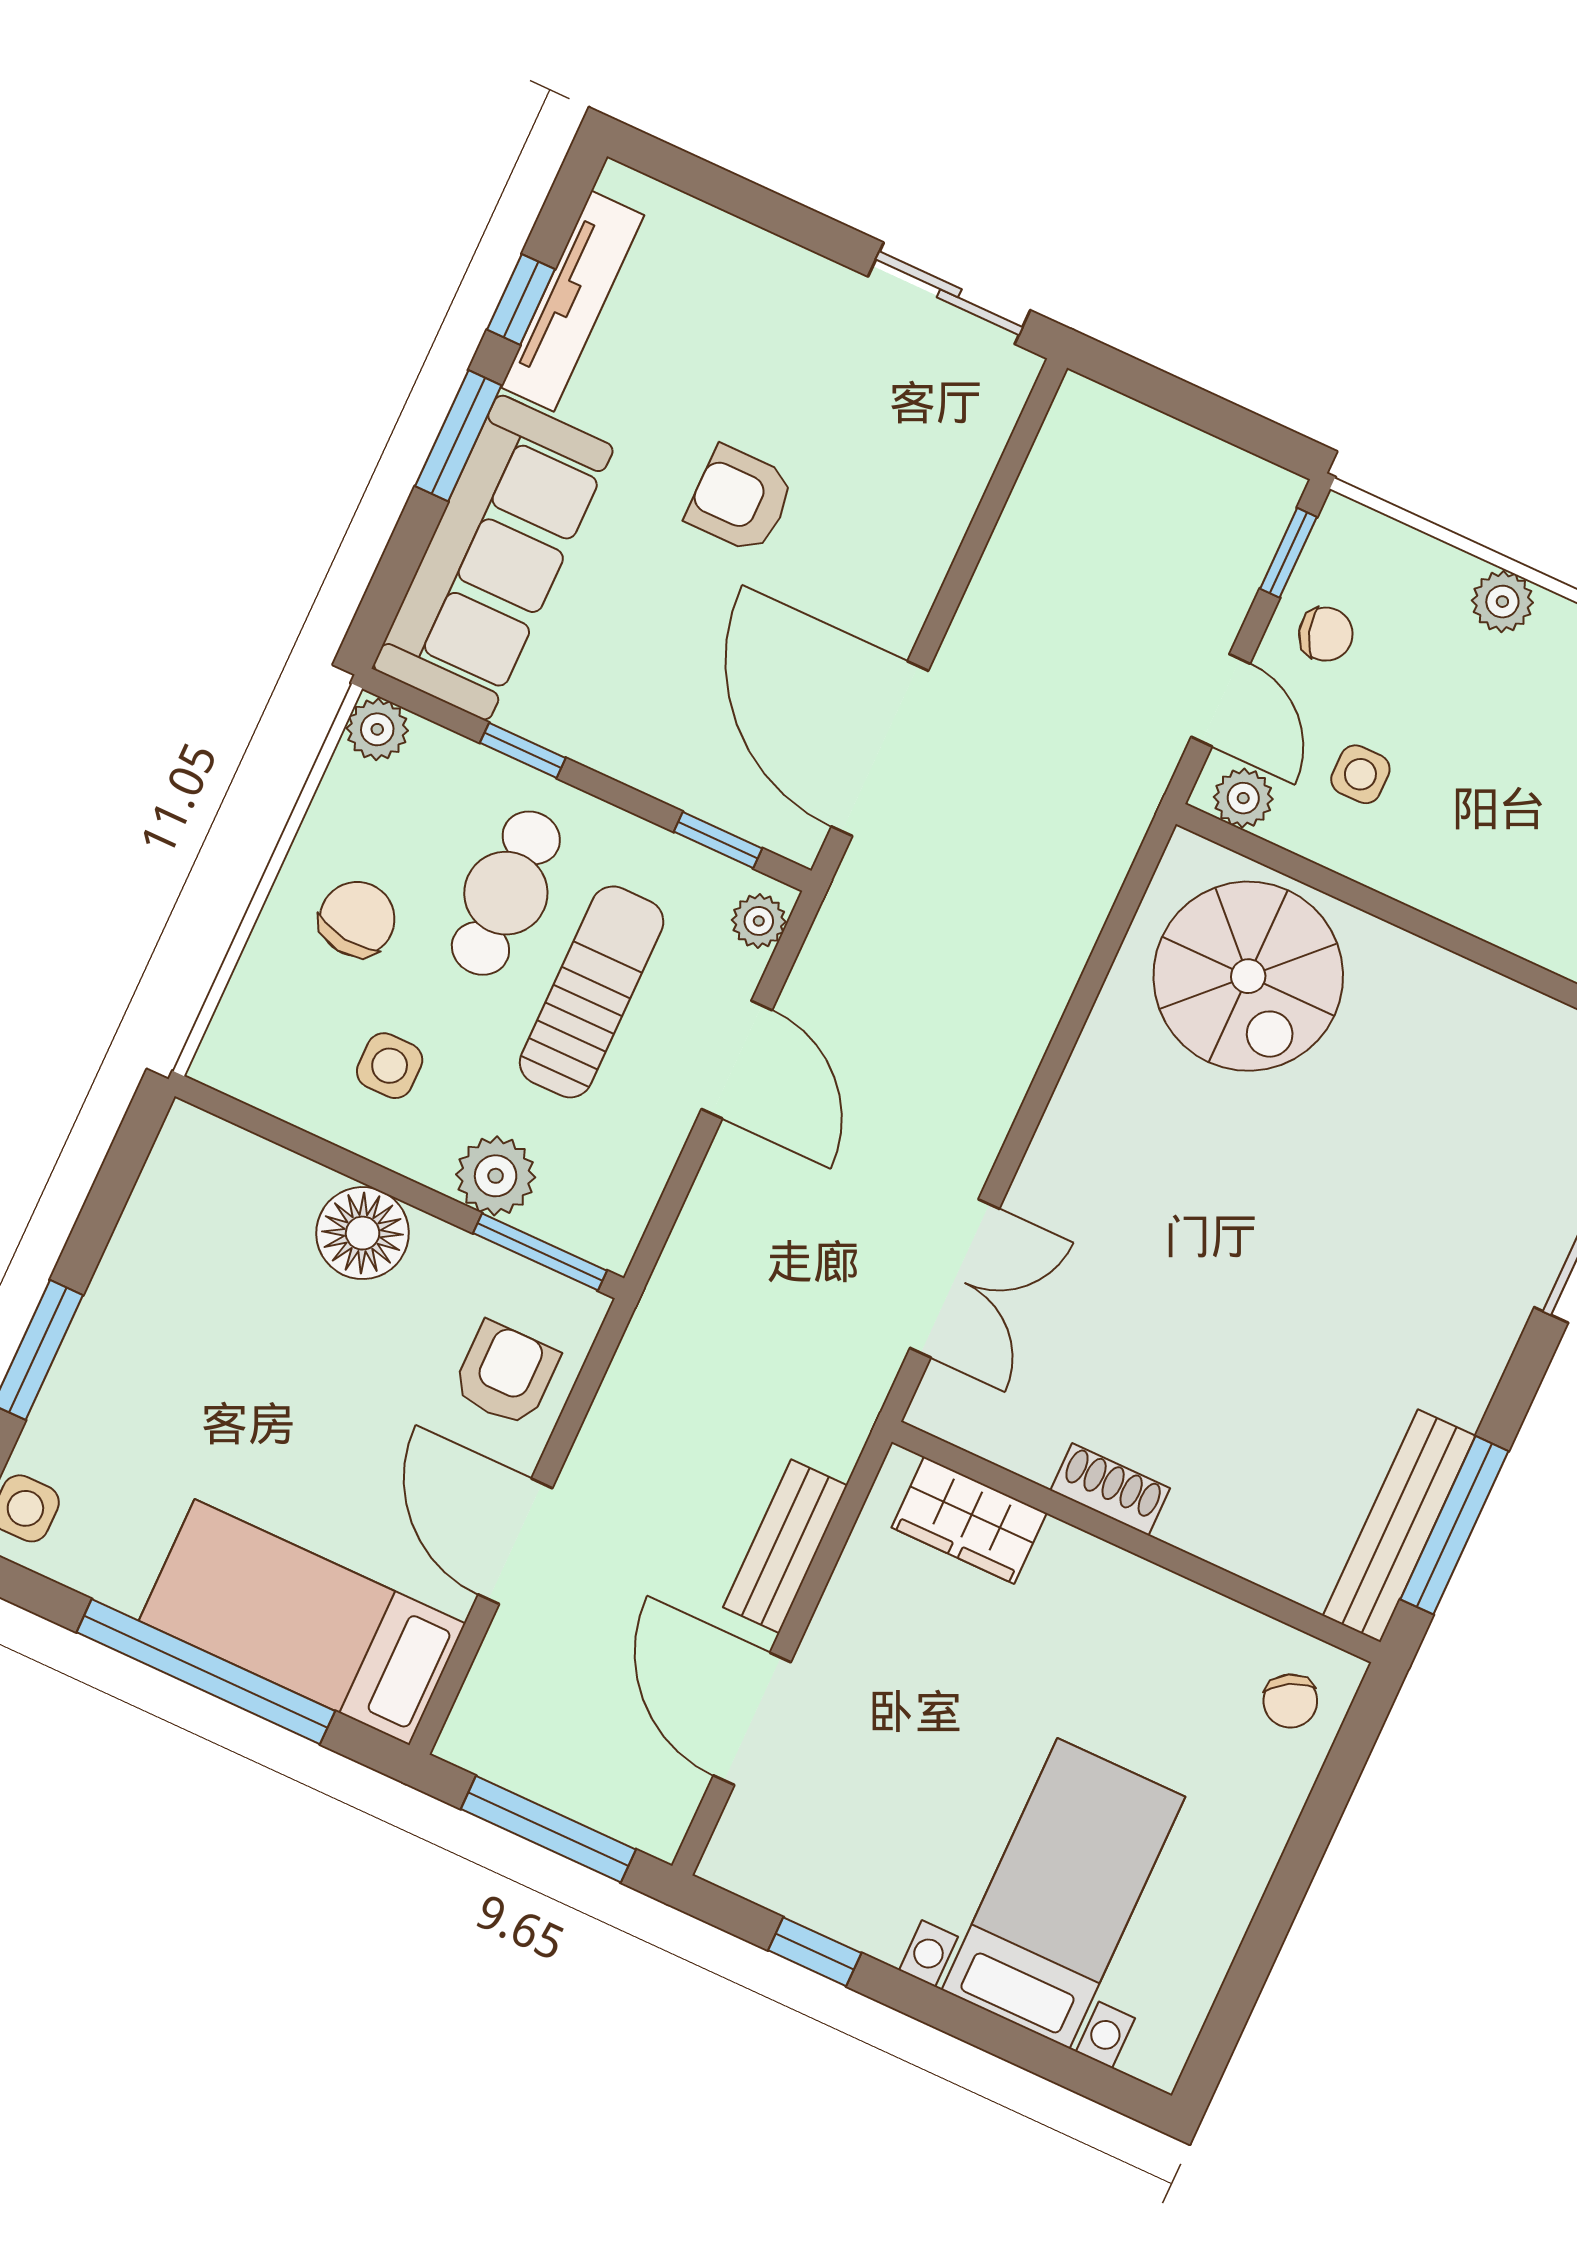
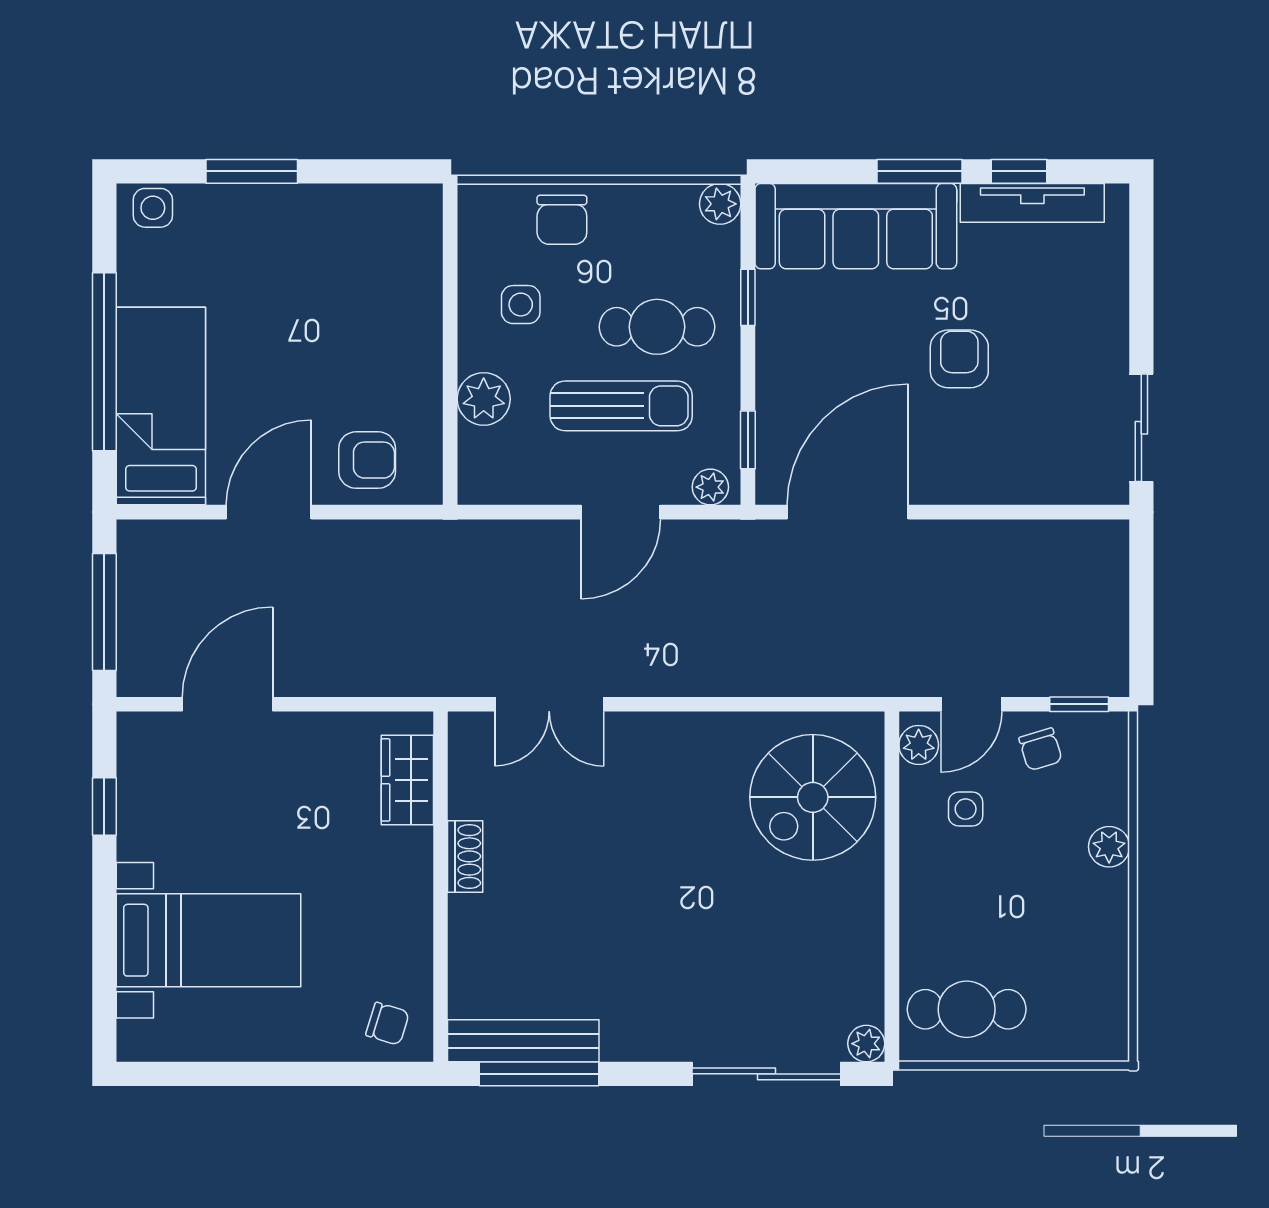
chair: (357, 919) -> (562, 220), moved, turned 83
floor lamp: (363, 1233) -> (412, 335), removed
window: (540, 1252) -> (450, 447), removed
bench: (785, 1546) -> (341, 676), removed
chair: (1290, 1701) -> (387, 1024), turned -134

